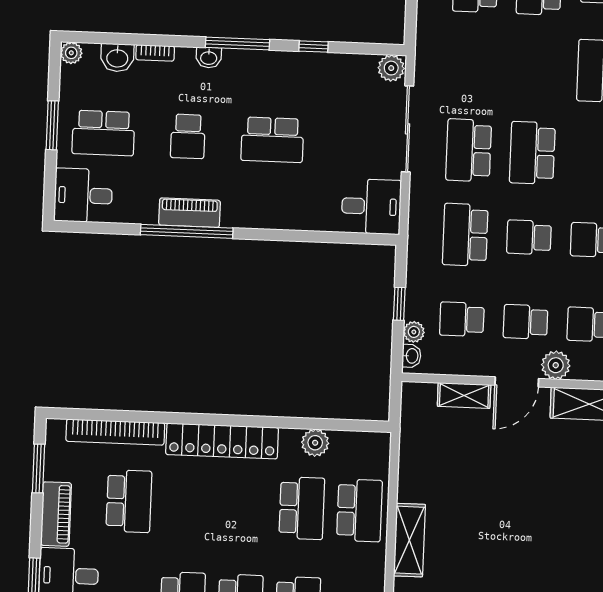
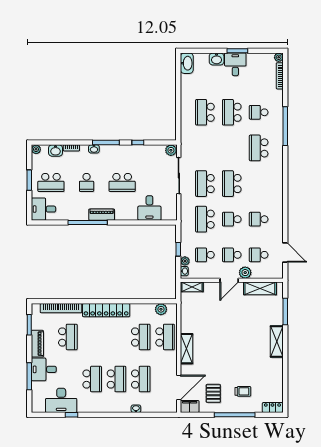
desk: (371, 206) -> (149, 208), moved, turned 90
piano: (189, 213) -> (102, 215), moved
shelving: (464, 395) -> (192, 287), moved
plant: (315, 443) -> (161, 309), moved

